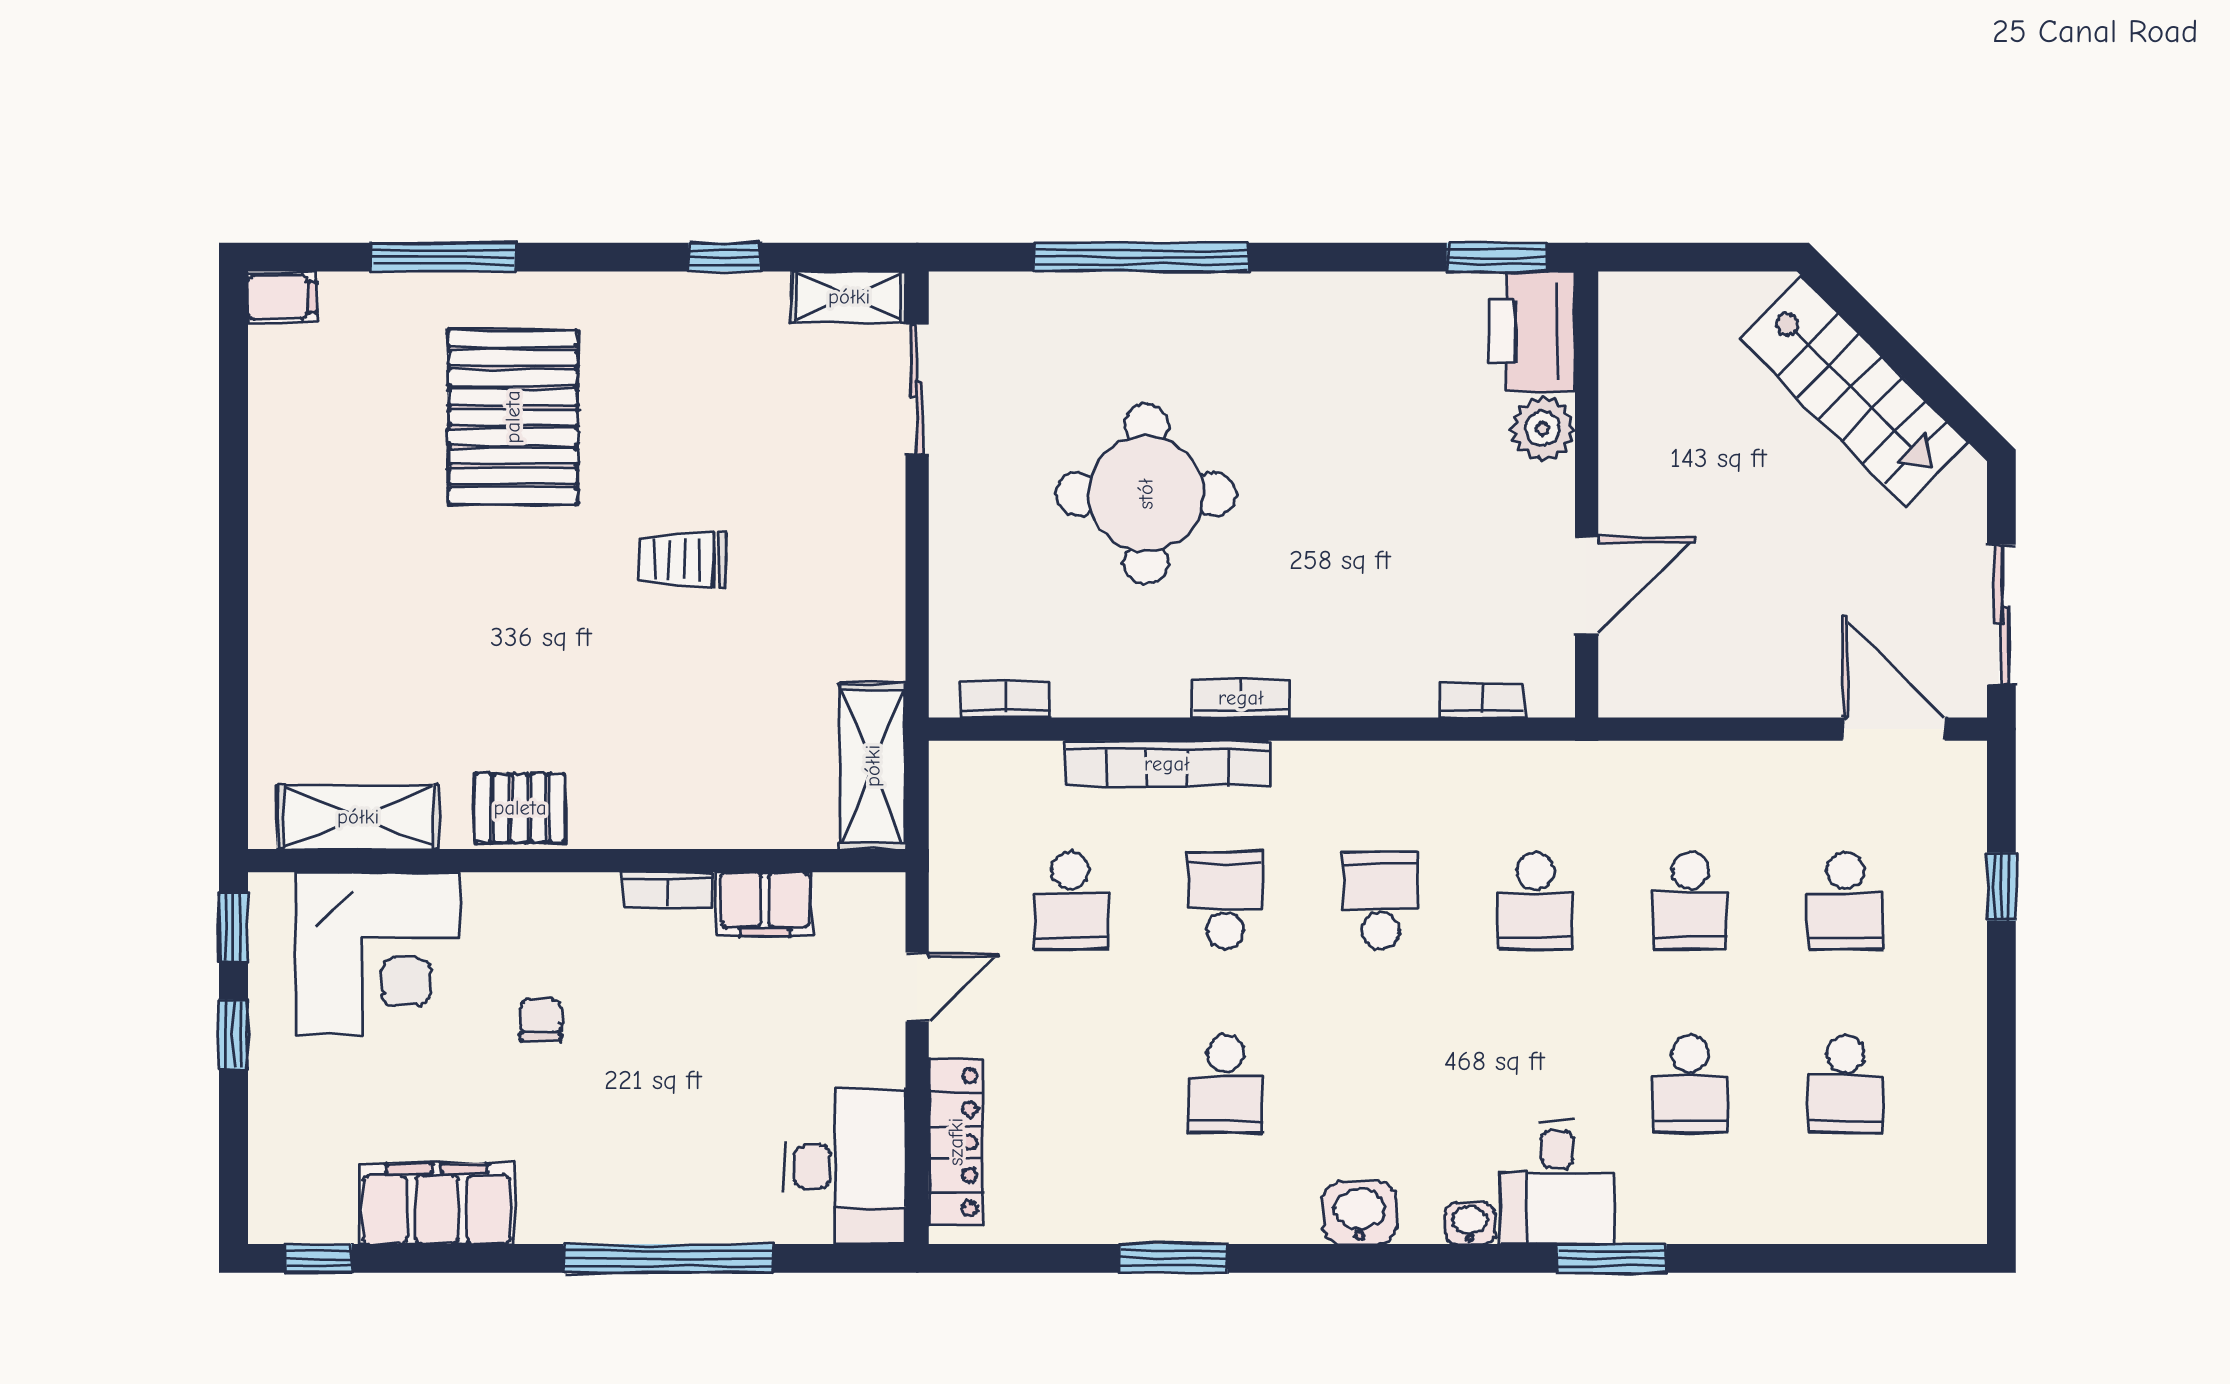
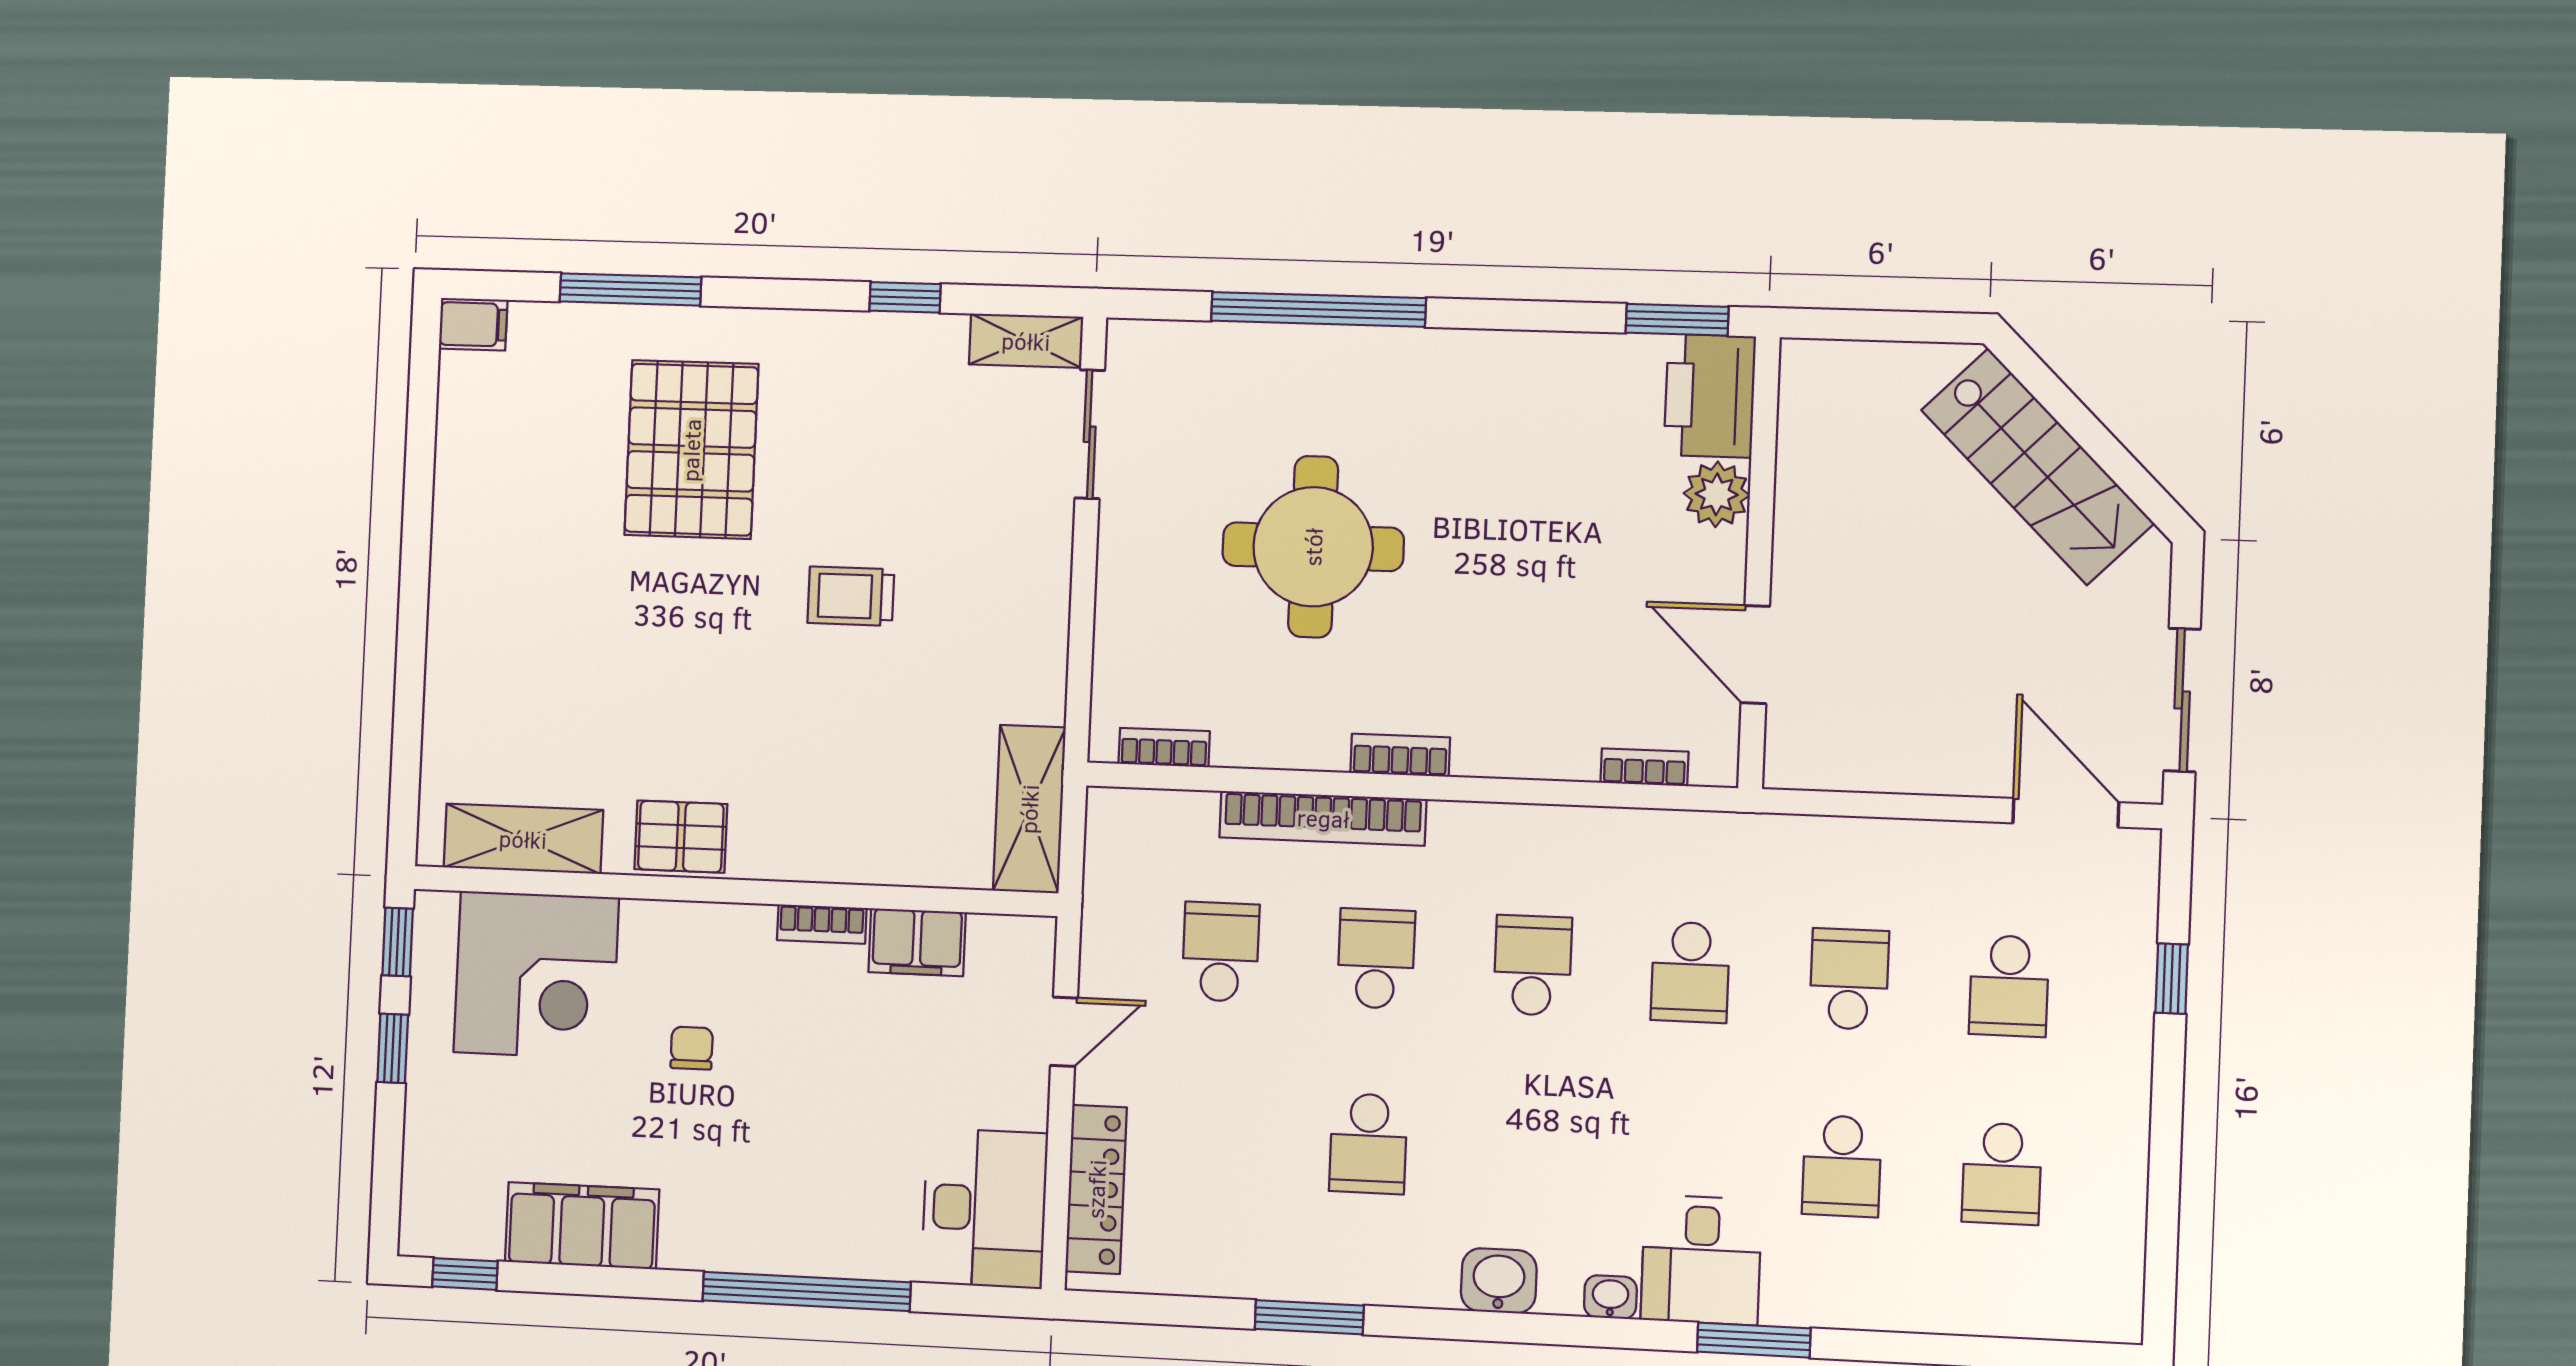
door: (1587, 585) -> (1755, 655), swing flipped
school desk: (1070, 901) -> (1220, 952), turned 180
school desk: (1690, 901) -> (1849, 979), turned 180

